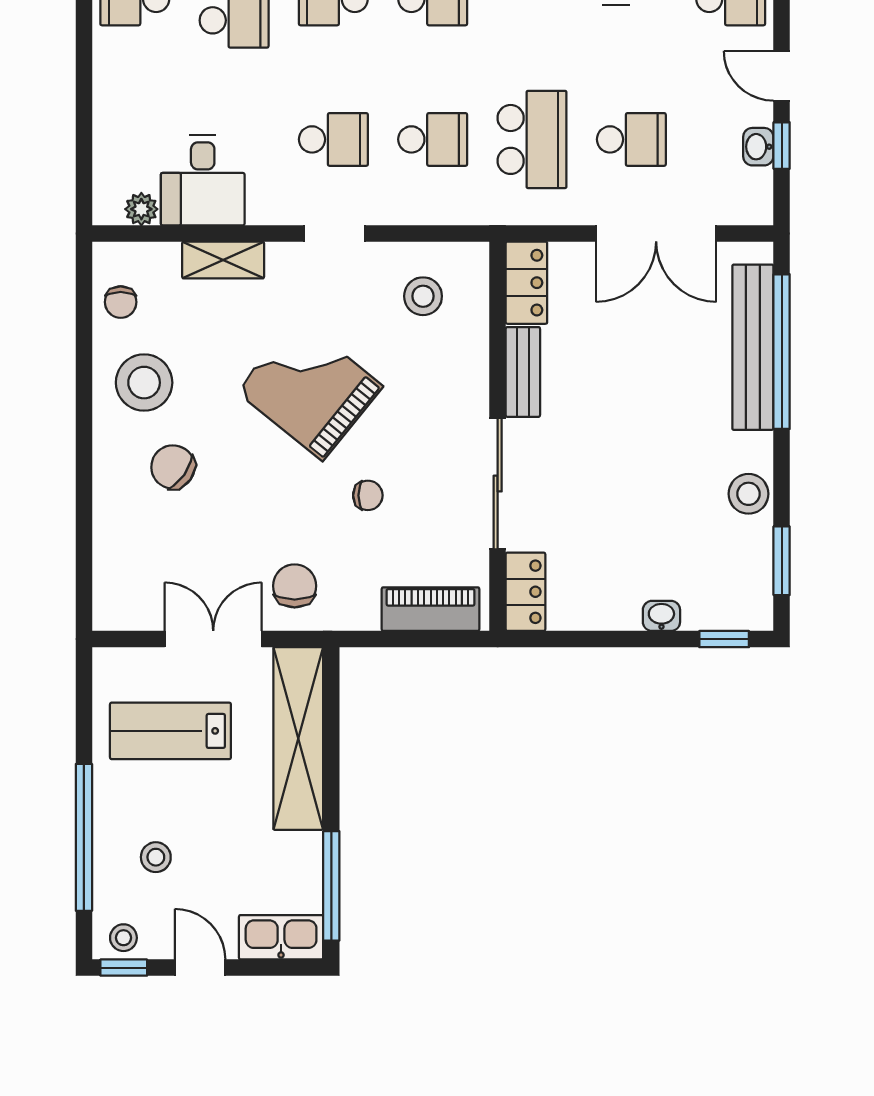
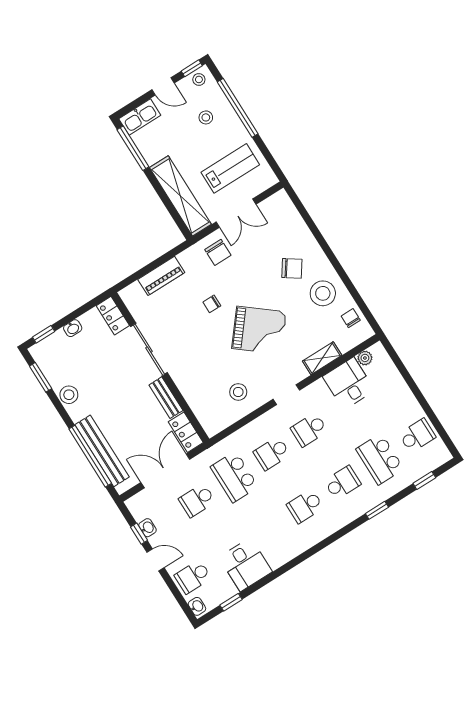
locker: (526, 283) -> (186, 432), moved
bench: (523, 372) -> (166, 398), moved
wall: (498, 436) -> (160, 367), moved
sliding door: (498, 484) -> (149, 350), moved
locker: (526, 592) -> (113, 316), moved

